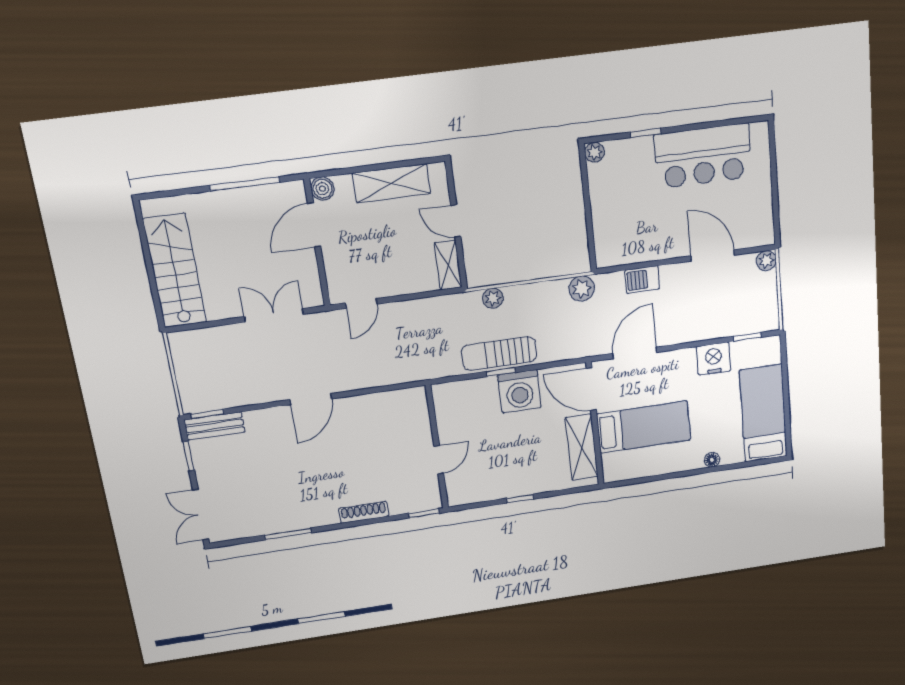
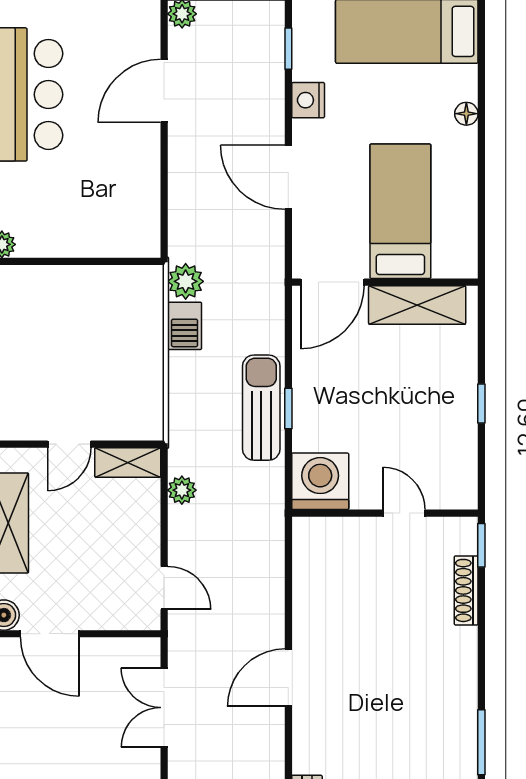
barbecue: (642, 280) -> (185, 326), moved
plant: (493, 298) -> (182, 490), moved
sun lounger: (499, 353) -> (261, 408), turned 180
door: (635, 353) -> (288, 177), moved
nightstand: (714, 359) -> (308, 100), width x0.74, depth x0.75
washing machine: (519, 391) -> (320, 481), moved, turned -90
door: (311, 399) -> (288, 678), swing flipped
shoe rack: (364, 512) -> (466, 590), moved

